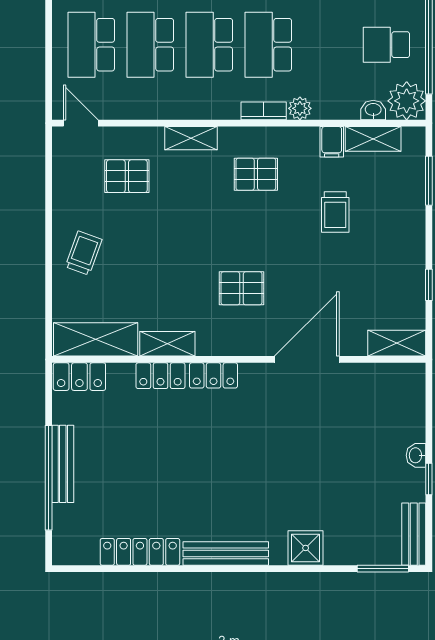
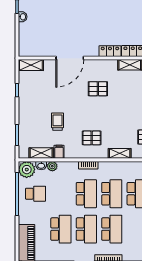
plant: (300, 108) -> (52, 166), moved

